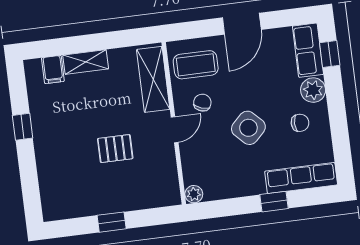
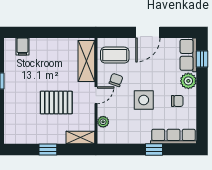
shelving: (86, 62) -> (80, 138), moved
side table: (248, 128) -> (144, 100), turned 45
pallet: (115, 149) -> (56, 102), width x1.50, depth x1.42
plant: (194, 194) -> (103, 122), moved

